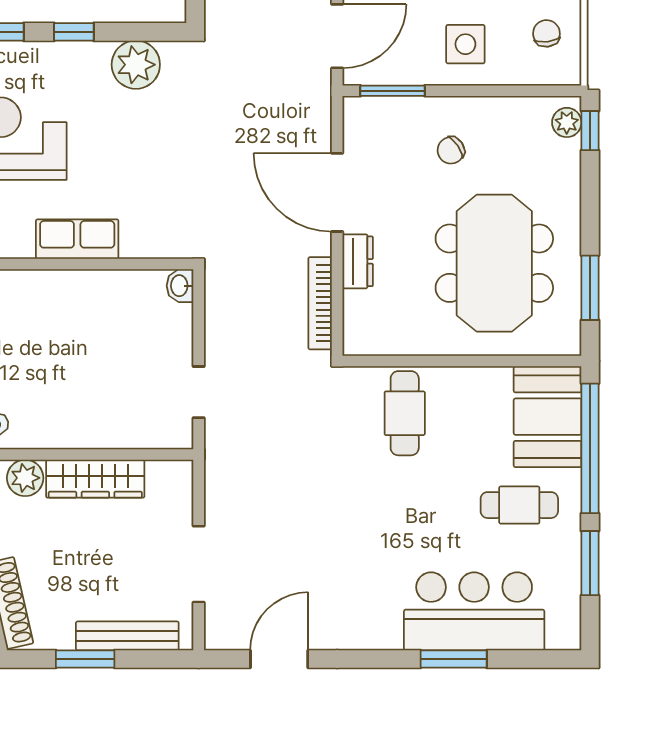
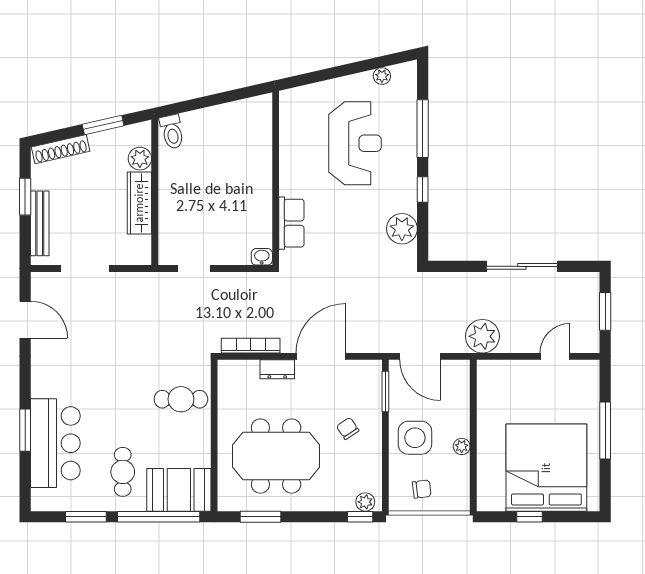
side table: (465, 44) -> (415, 438), width x1.37, depth x1.37
row of seats: (77, 239) -> (291, 223), moved

